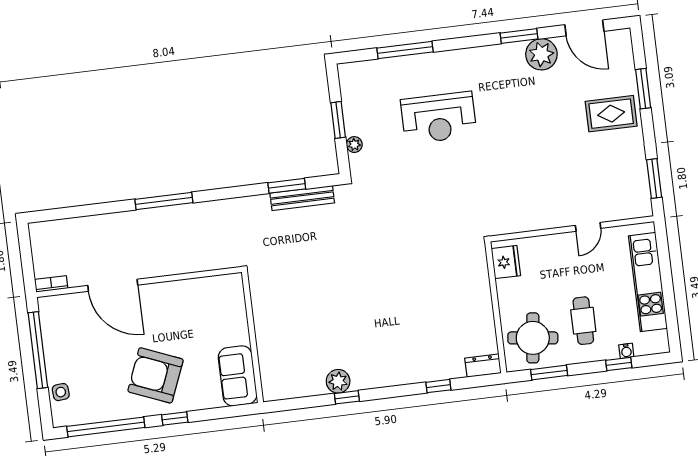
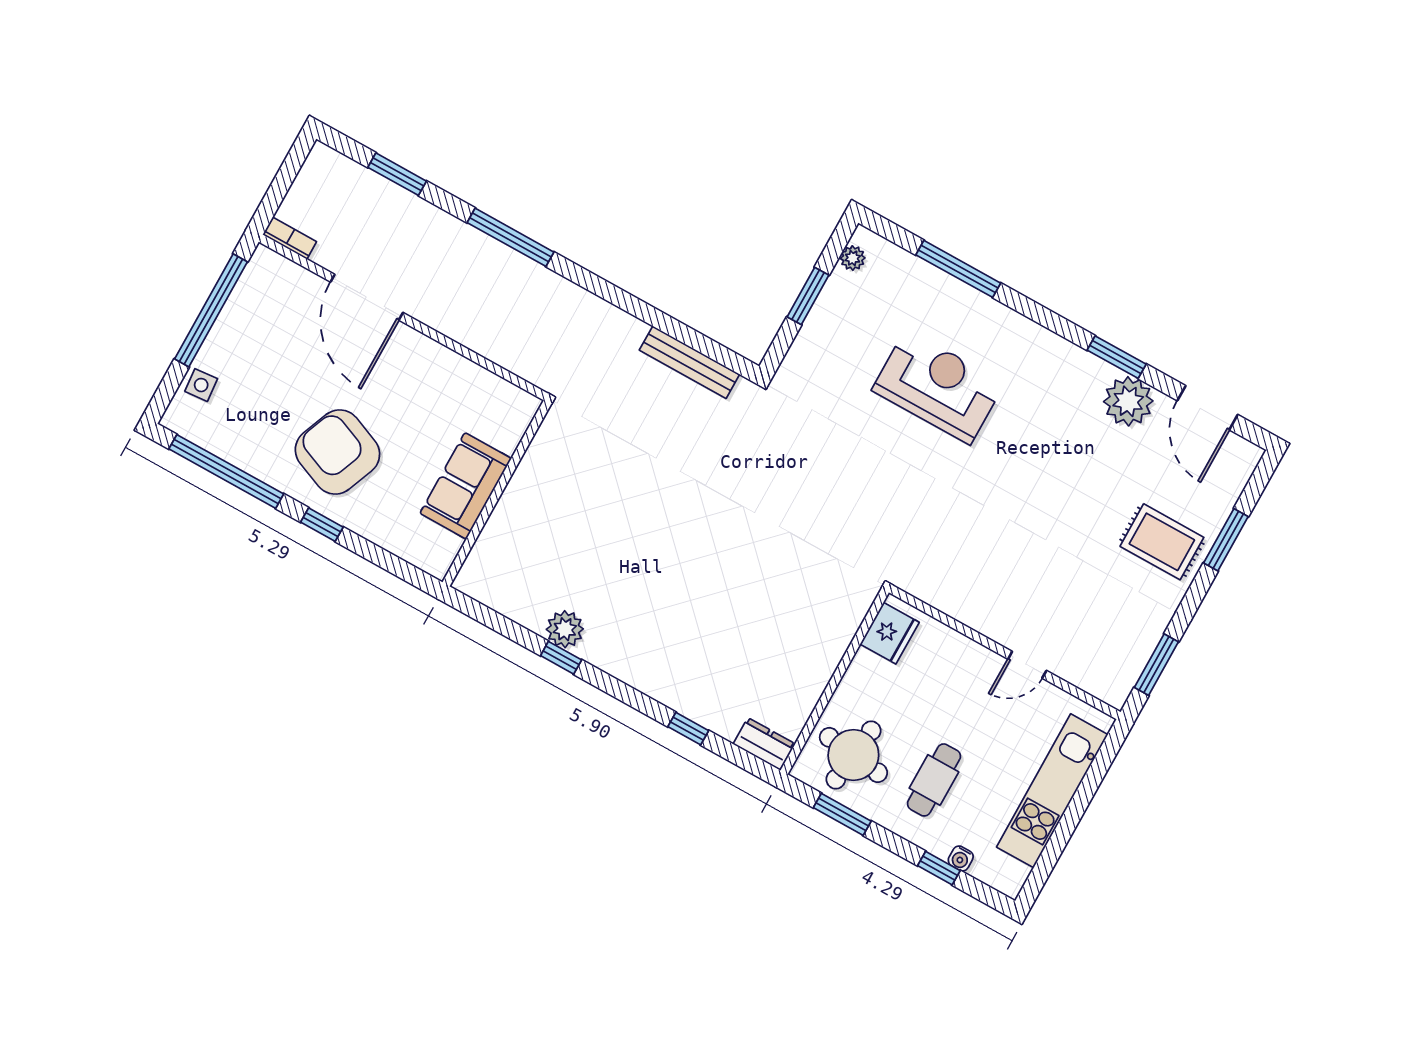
reception desk: (439, 118) -> (938, 387), turned 180
plant: (354, 145) -> (853, 258), moved
window: (287, 186) -> (397, 174), moved
sofa: (238, 376) -> (466, 486), moved

